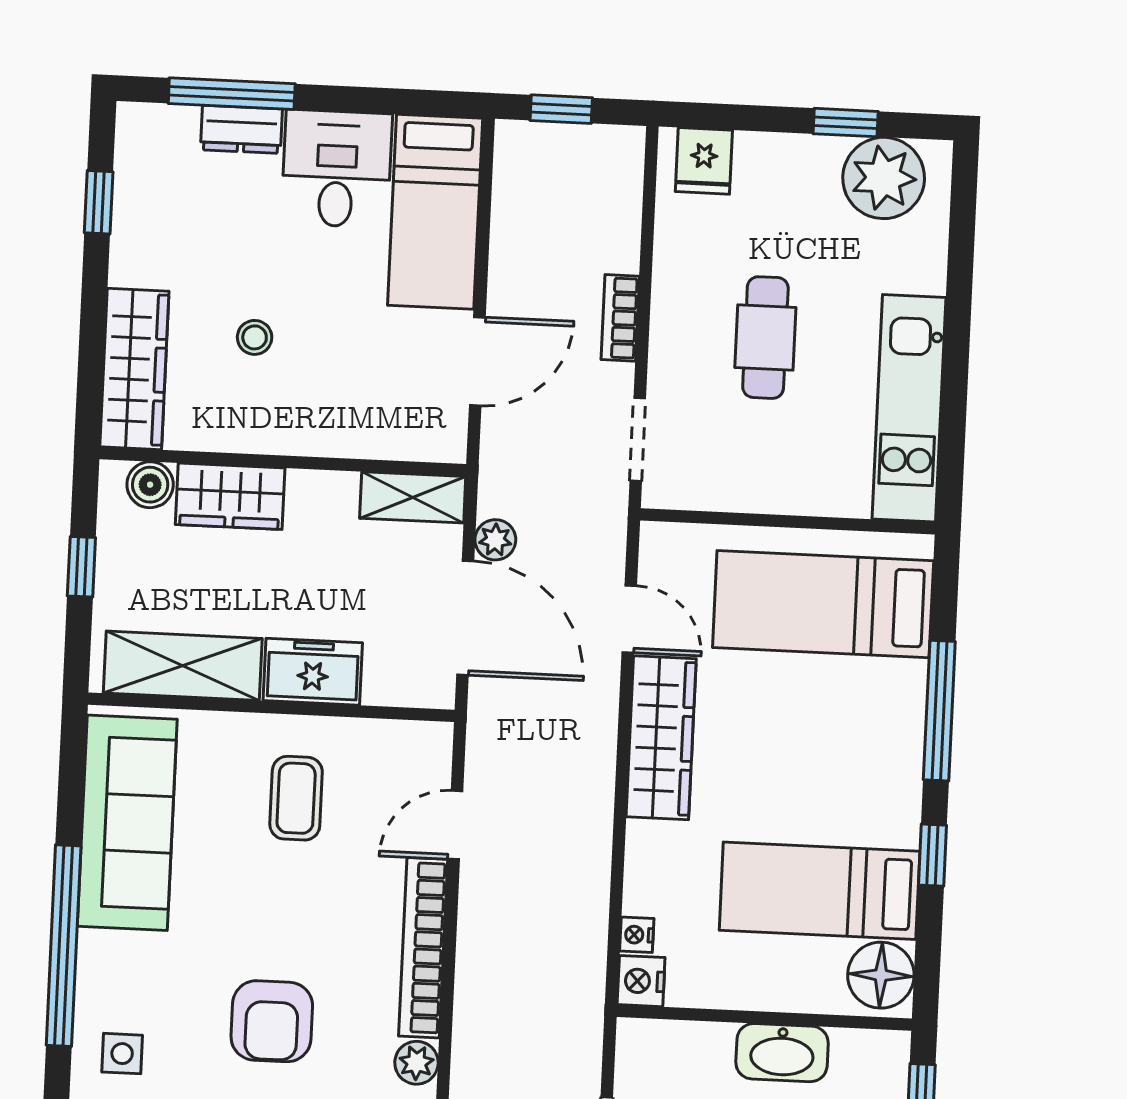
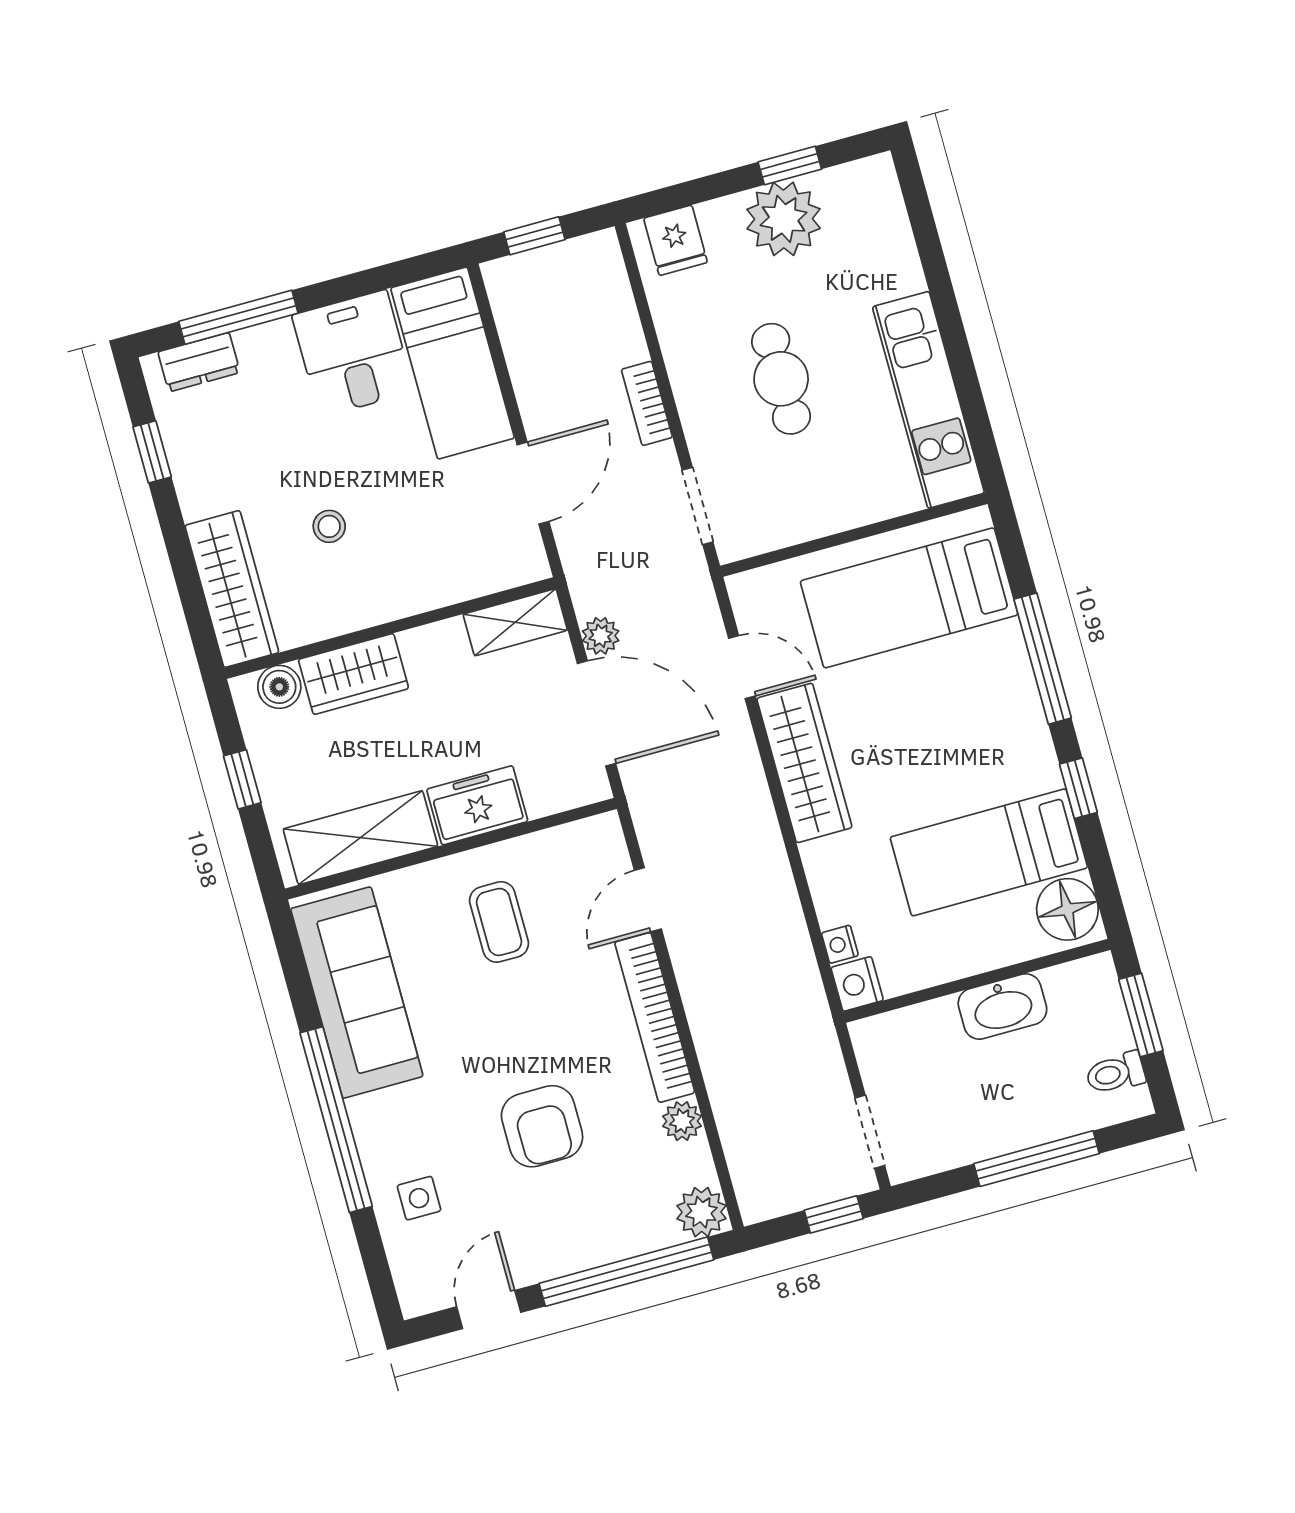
dresser: (241, 129) -> (199, 362), moved
plant: (884, 178) -> (784, 219), moved

